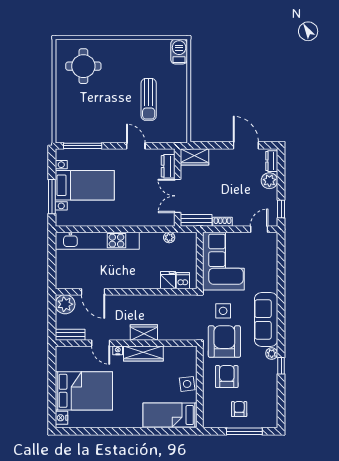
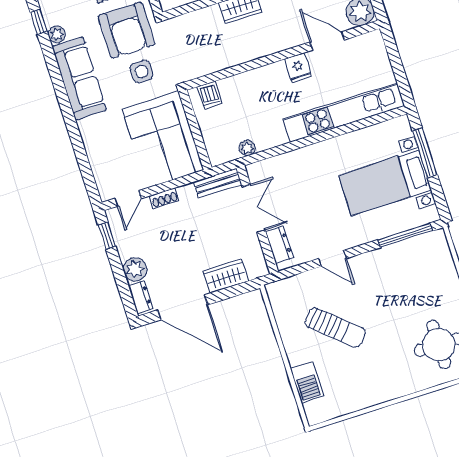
barbecue: (179, 52) -> (307, 382), moved
sun lounger: (149, 99) -> (335, 327), turned 131
door: (246, 145) -> (183, 307), width x1.36
wardrobe: (195, 157) -> (226, 276), moved
shoe rack: (222, 222) -> (164, 198), moved
fridge: (168, 280) -> (298, 68), moved

